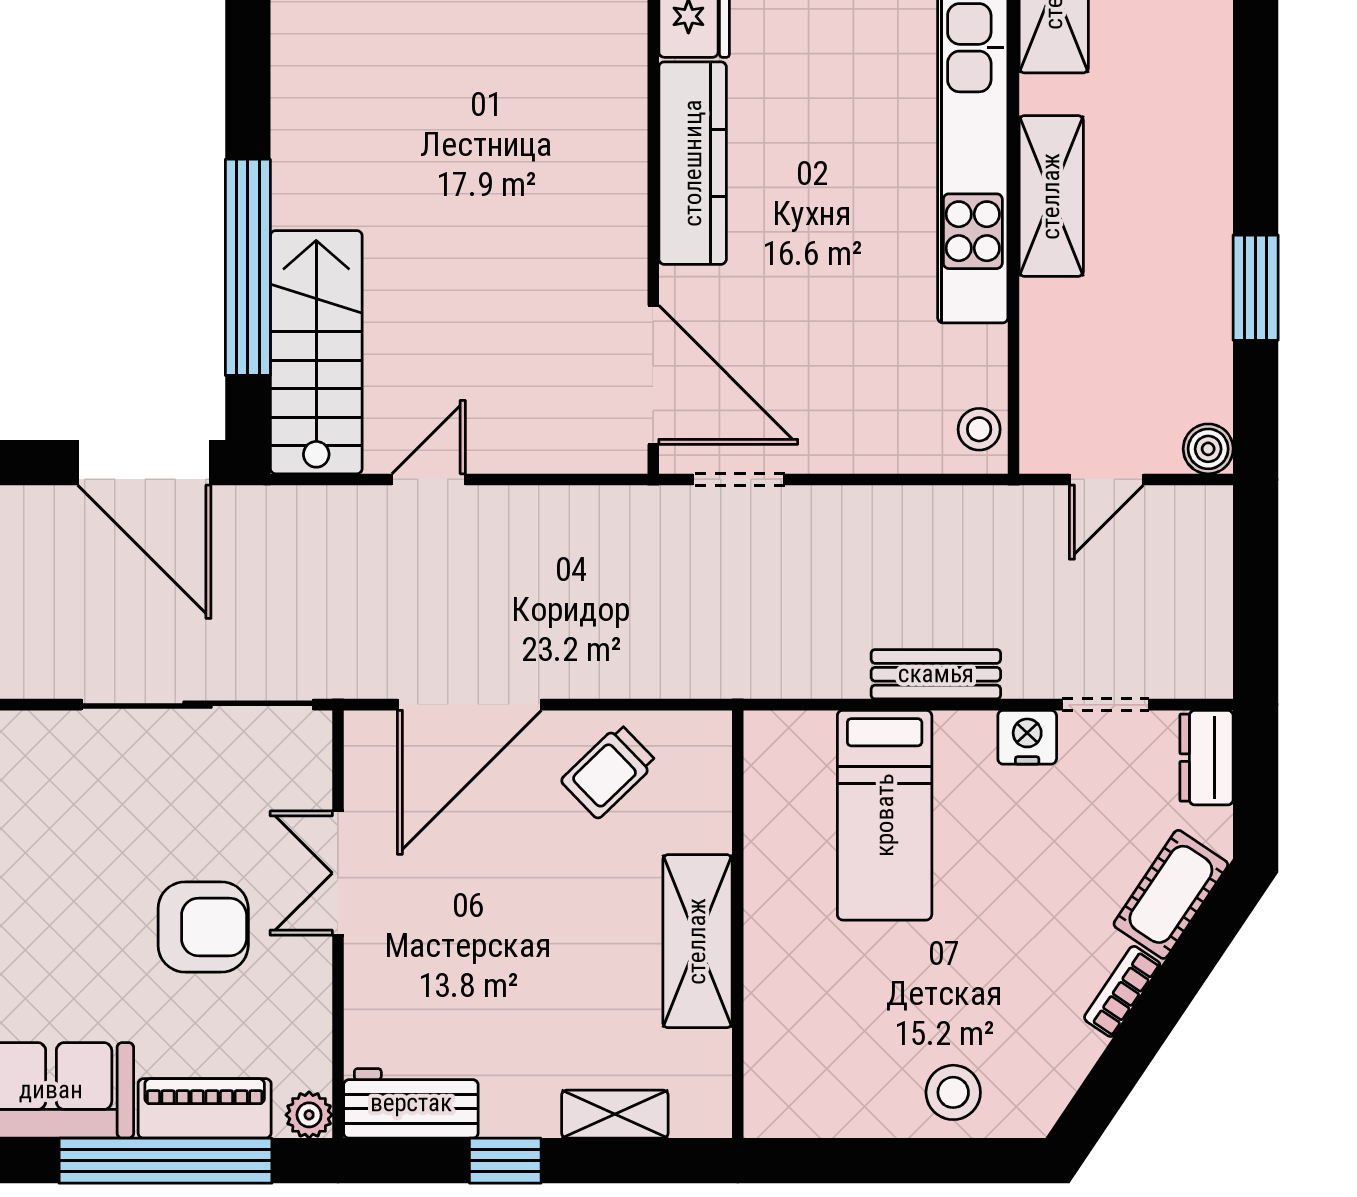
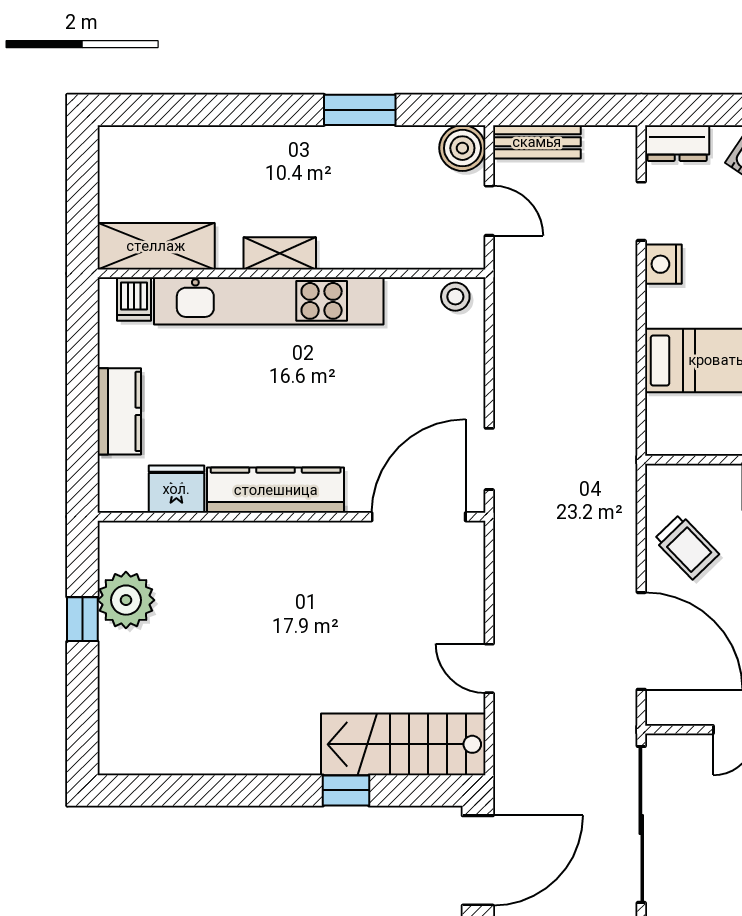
shelving: (1051, 196) -> (280, 253), width x0.67, depth x0.75
window: (248, 267) -> (346, 790), width x0.32
boiler: (1208, 449) -> (462, 148), width x1.36, depth x1.36
bench: (936, 674) -> (537, 142), moved, turned 90

